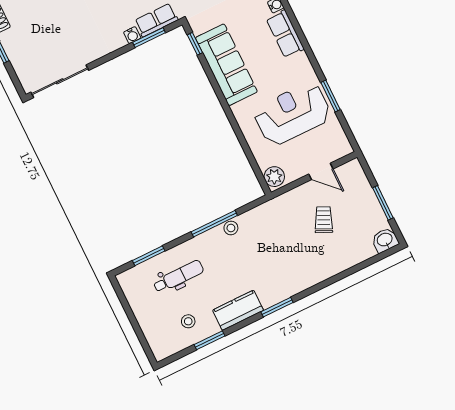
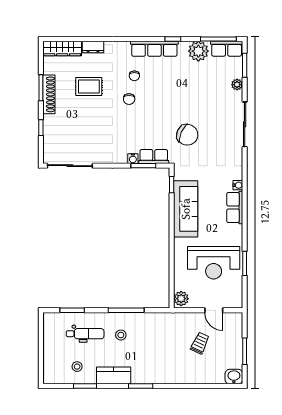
reception desk: (292, 114) -> (214, 263), turned 180
stool: (231, 228) -> (121, 335), moved

